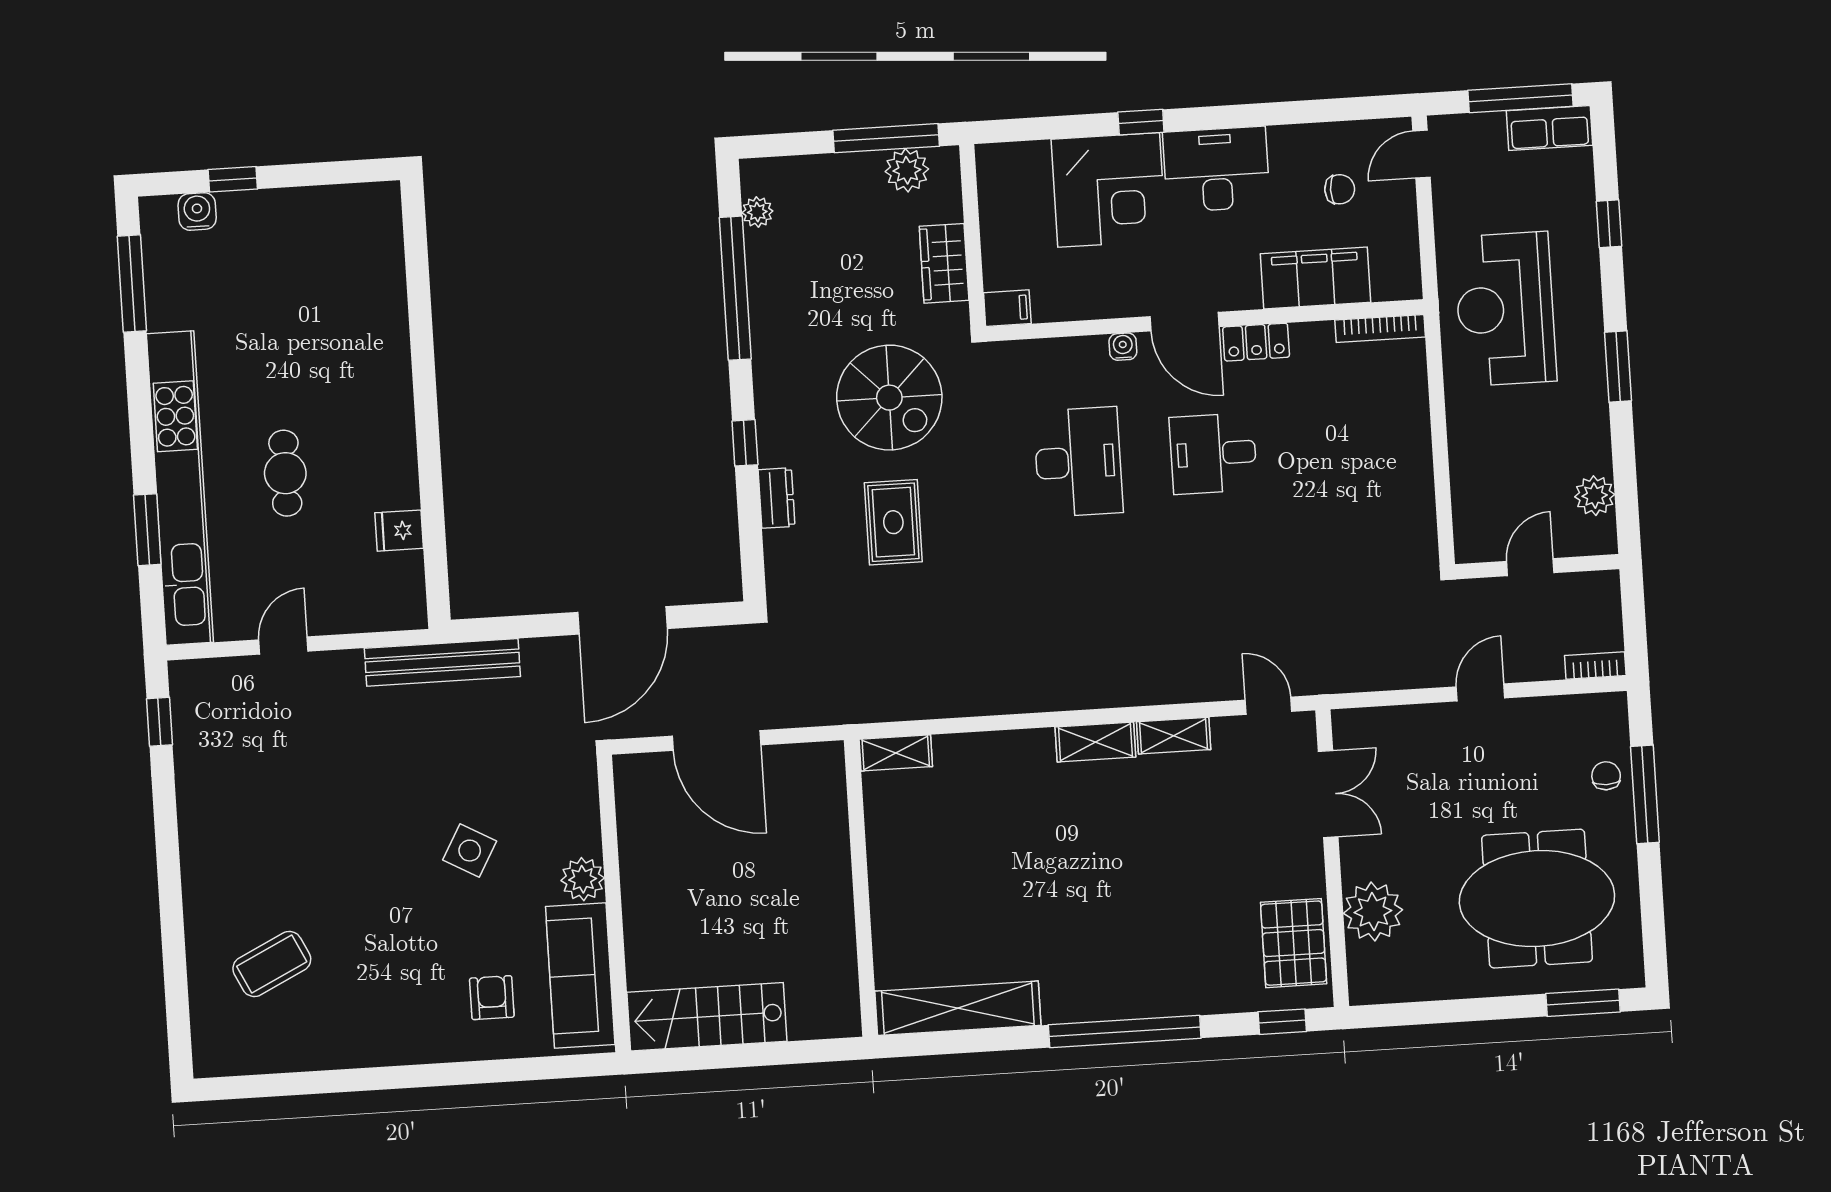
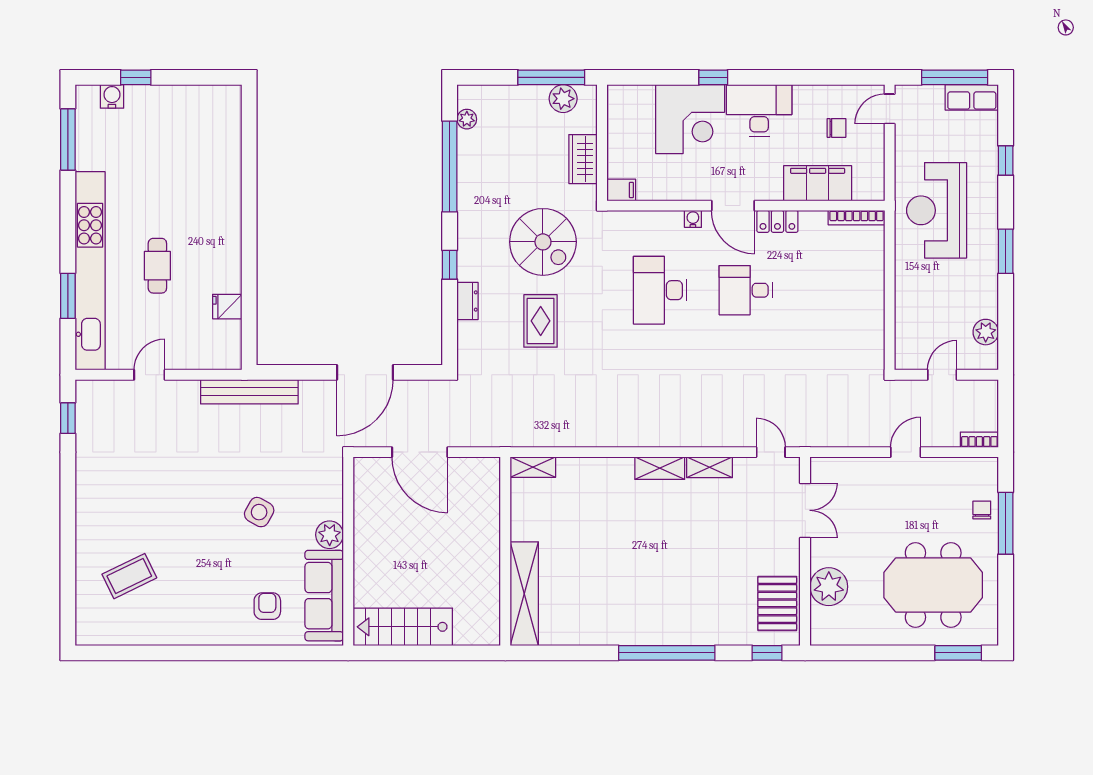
desk: (1078, 462) -> (660, 290), turned 180
shelving: (958, 1008) -> (524, 594), moved, turned 90

